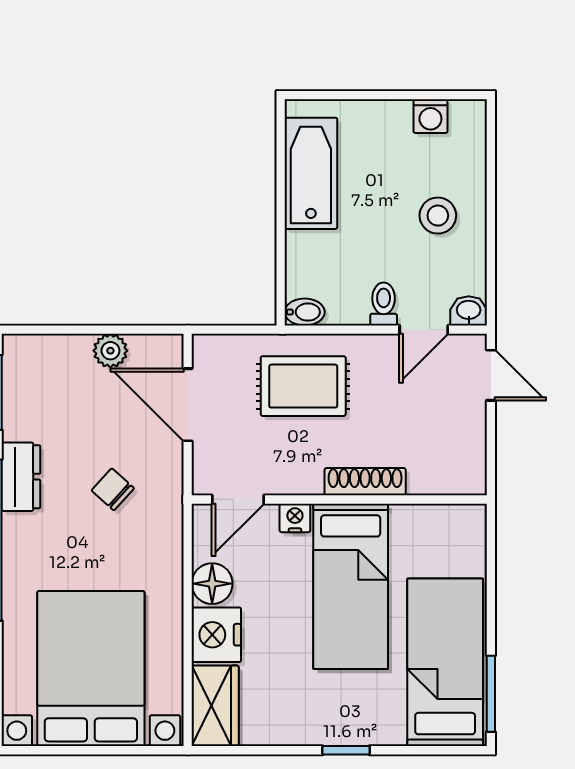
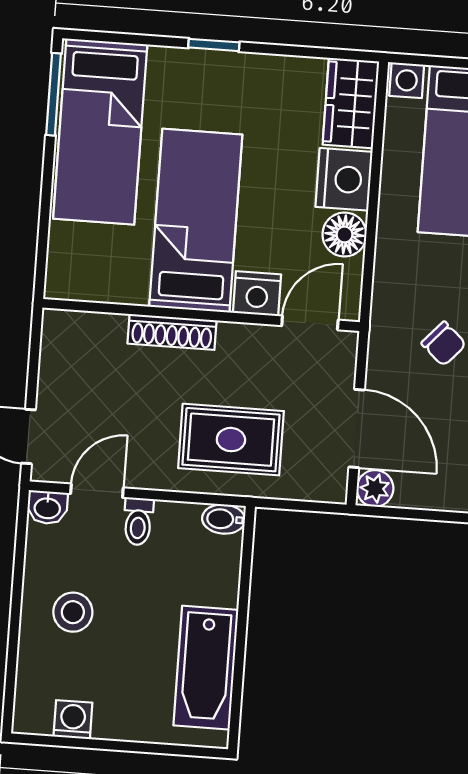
plant: (110, 351) -> (375, 488), moved
nightstand: (295, 518) -> (257, 294), width x1.39, depth x1.35

